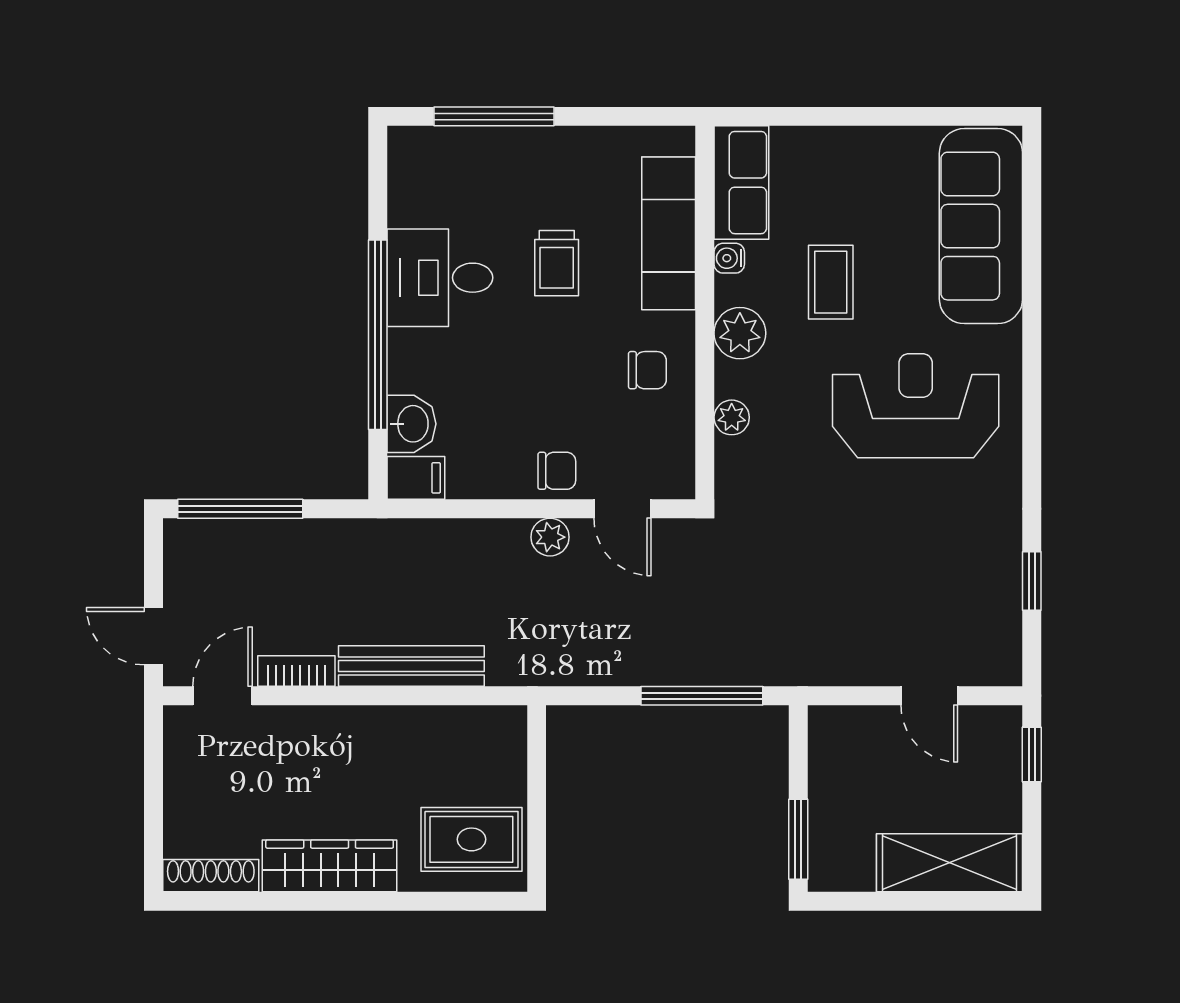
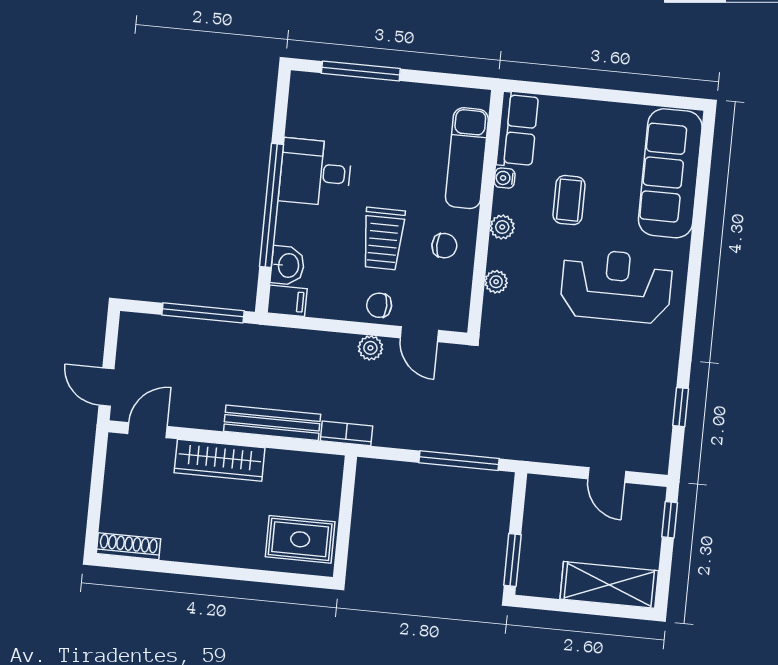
trolley: (557, 263) -> (383, 239), moved, width x1.36, depth x1.39
plant: (740, 333) -> (502, 227), width x0.73, depth x0.73
chair: (557, 471) -> (379, 305), turned 180
window: (240, 509) -> (203, 313), moved
bookcase: (296, 671) -> (346, 433), moved
wardrobe: (330, 866) -> (220, 460), moved, turned 180

